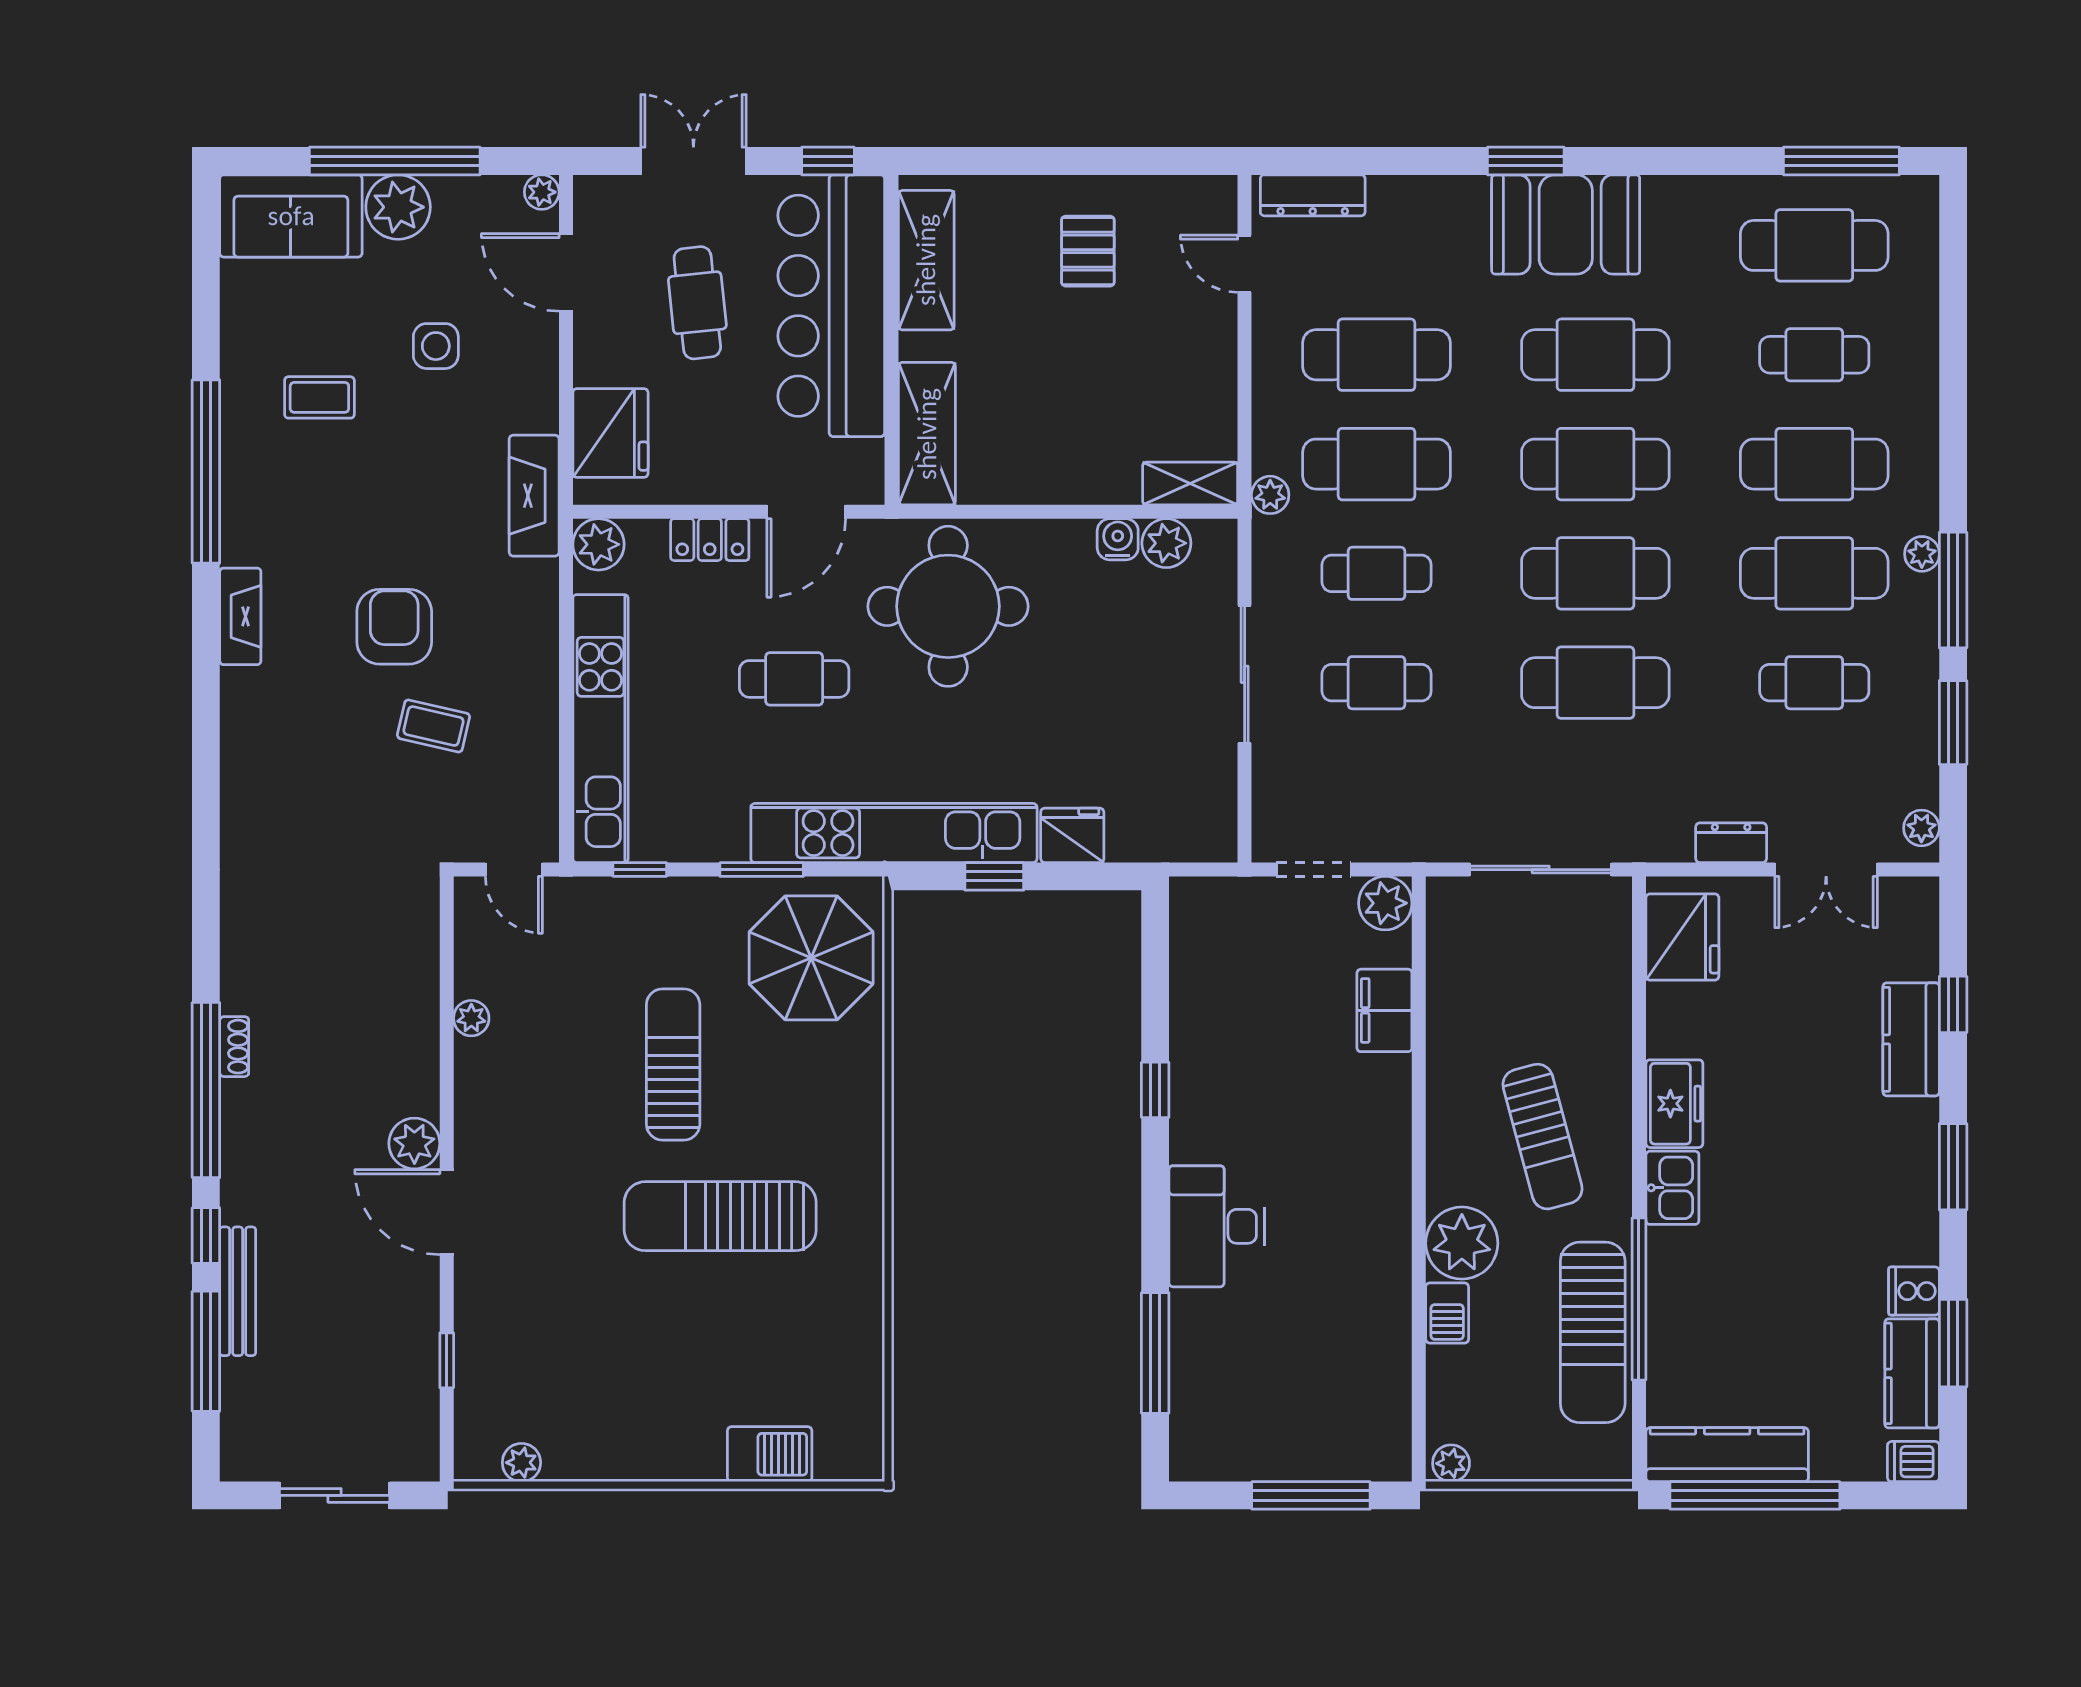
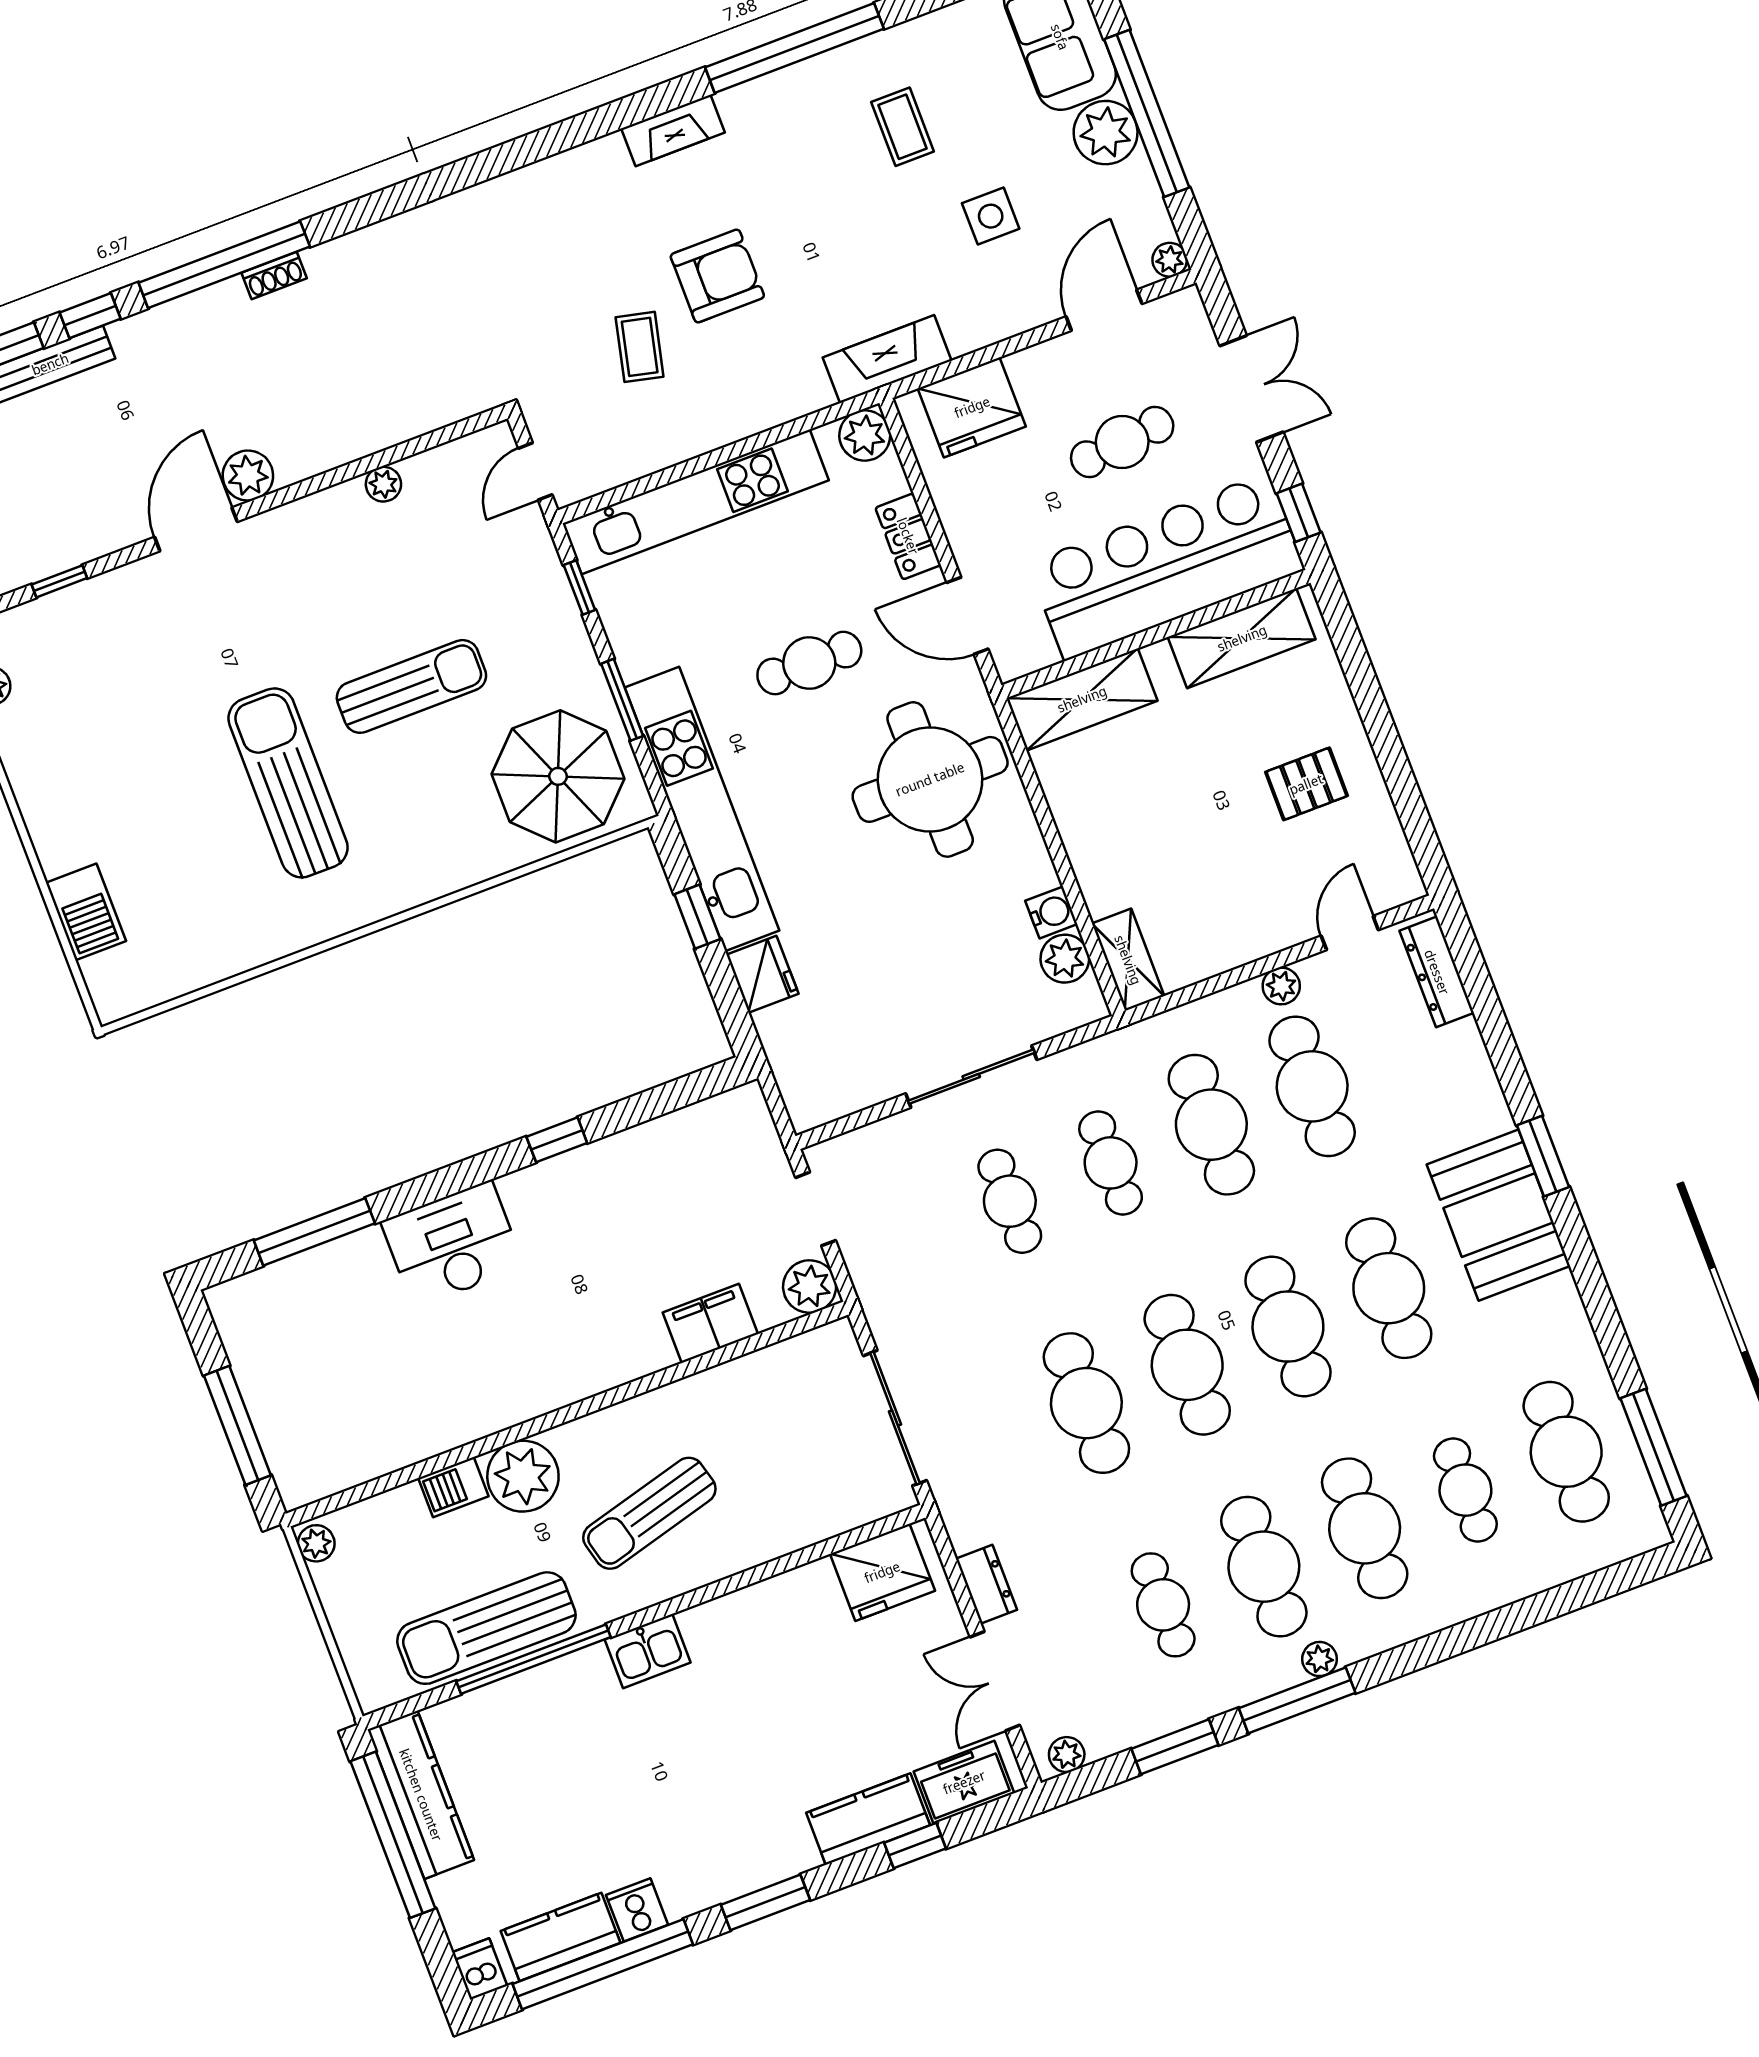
plant: (1270, 495) -> (1281, 986), moved
cafe table: (794, 679) -> (809, 663), turned 90
freezer: (1674, 1104) -> (964, 1782), moved, turned 180
window: (1953, 1343) -> (603, 1964), width x2.11

